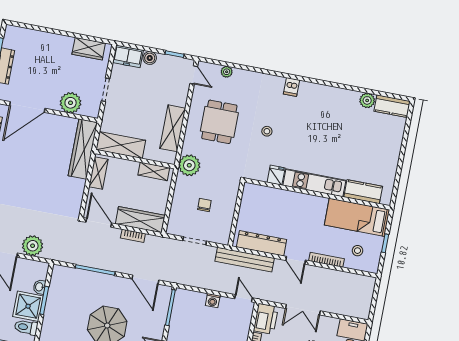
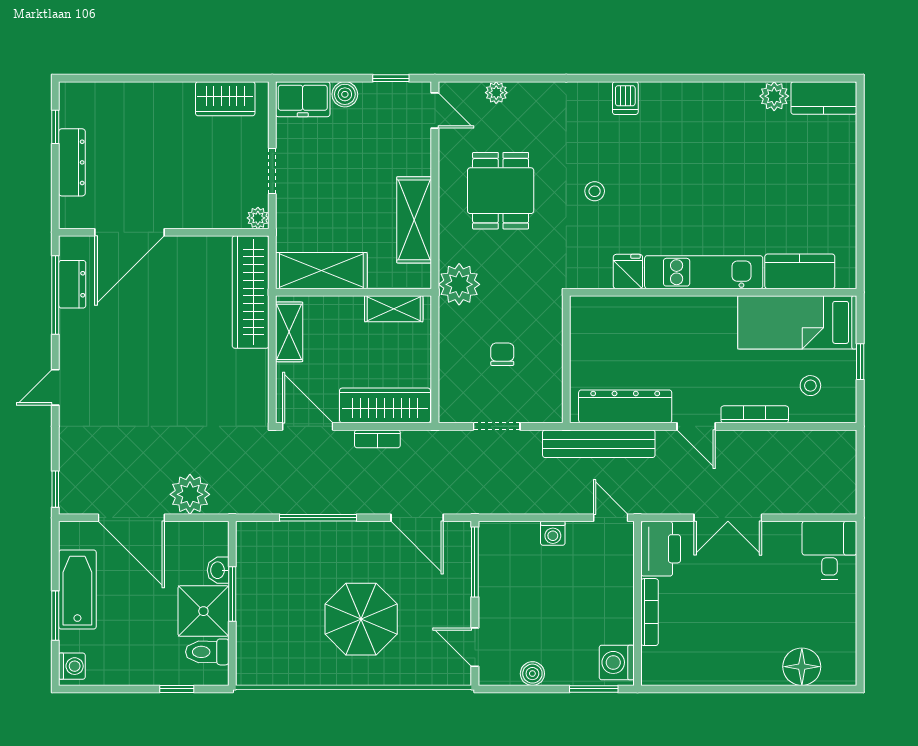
plant: (71, 103) -> (258, 218), moved, width x0.53, depth x0.53

